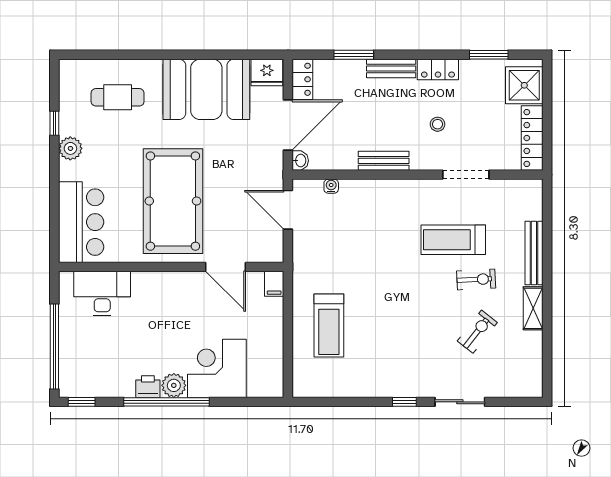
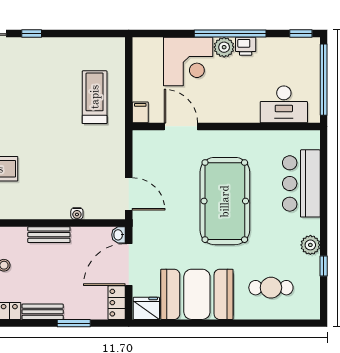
water cooler: (331, 186) -> (77, 213), moved
wall: (171, 267) -> (226, 126), moved
door: (225, 267) -> (181, 126), moved
filing cabinet: (274, 284) -> (140, 112), moved
desk: (102, 293) -> (284, 104), moved

